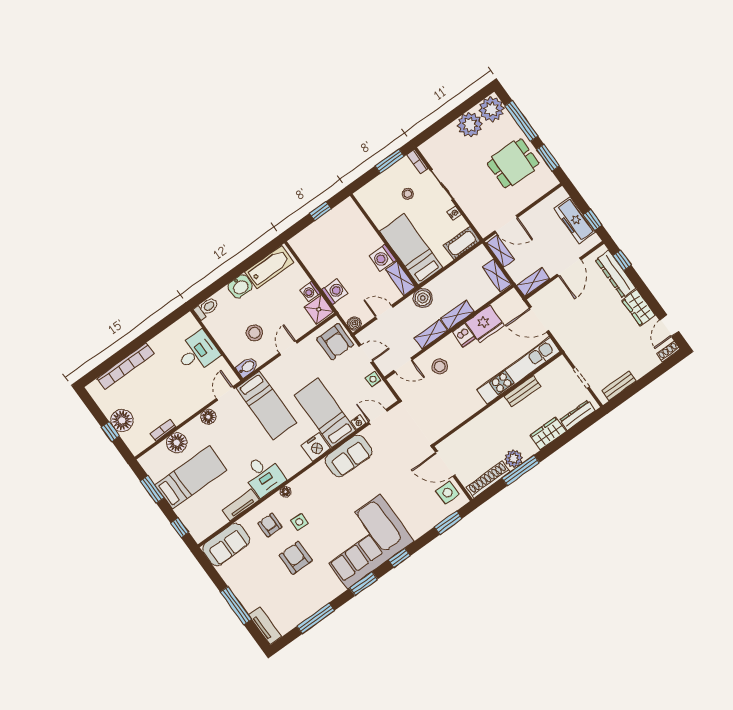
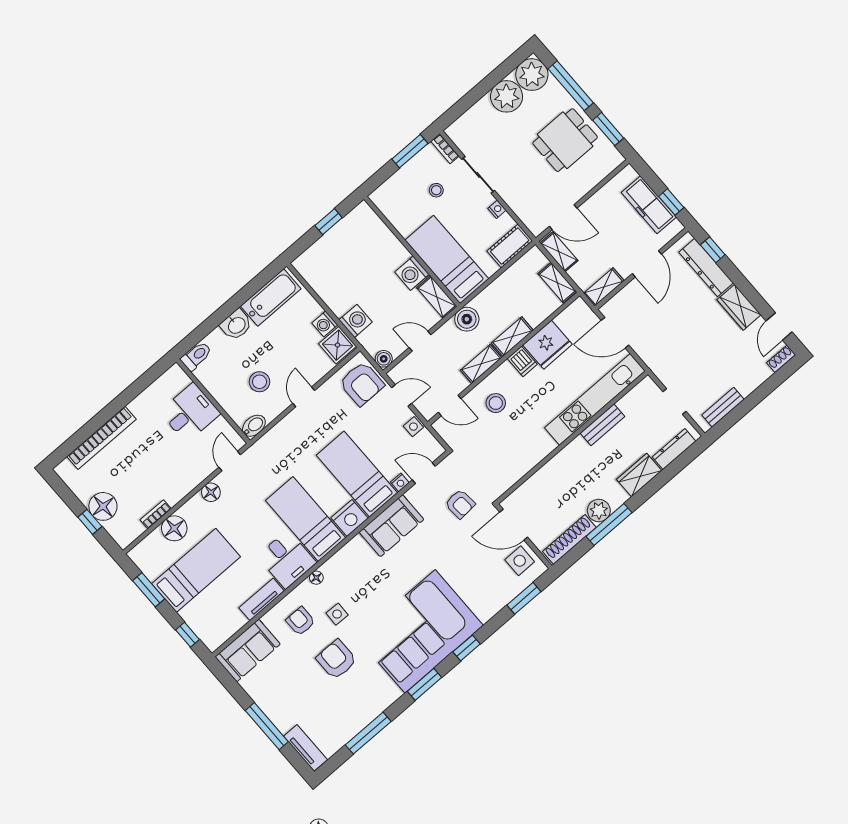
bed: (266, 405) -> (306, 519), moved, turned 180
armchair: (404, 444) -> (460, 504), added

